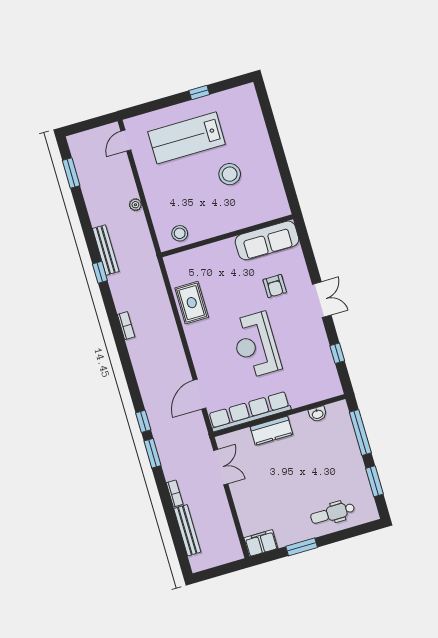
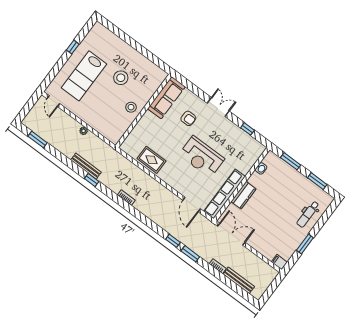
stool: (180, 233) -> (131, 107), moved
window: (360, 432) -> (291, 161), width x0.69
double door: (221, 467) -> (231, 234), width x1.37
filing cabinet: (261, 543) -> (279, 262), width x0.50

